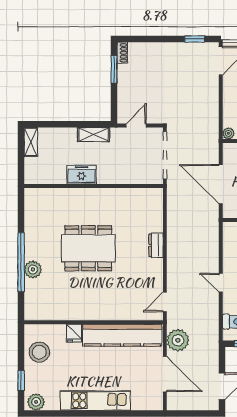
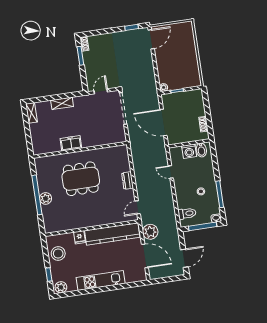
shelving: (93, 135) -> (62, 103), moved
freezer: (82, 175) -> (71, 143), moved
wall: (94, 186) -> (80, 150), moved
dresser: (156, 245) -> (128, 181), moved
door: (221, 283) -> (171, 172), moved

